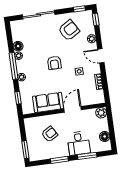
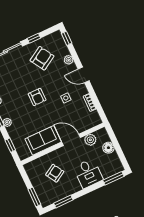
window: (79, 9) -> (34, 38), moved
door: (73, 109) -> (71, 140), hinge flipped
plant: (101, 113) -> (90, 140), moved
floor lamp: (105, 136) -> (108, 148), moved
window: (87, 156) -> (113, 178), moved
window: (59, 160) -> (63, 201), moved

